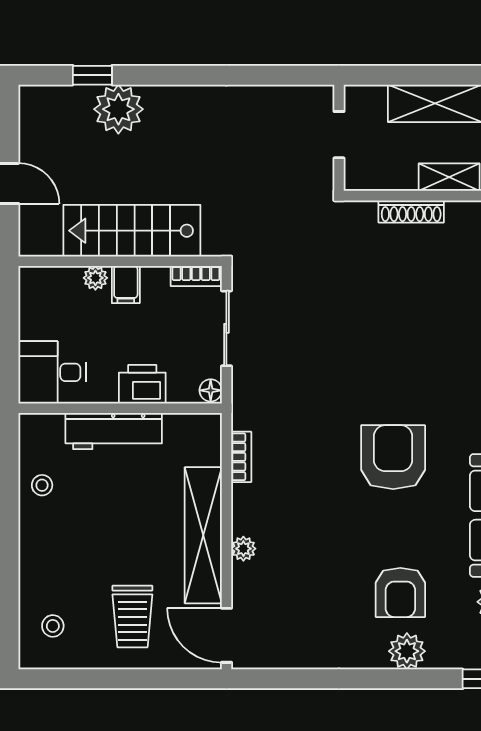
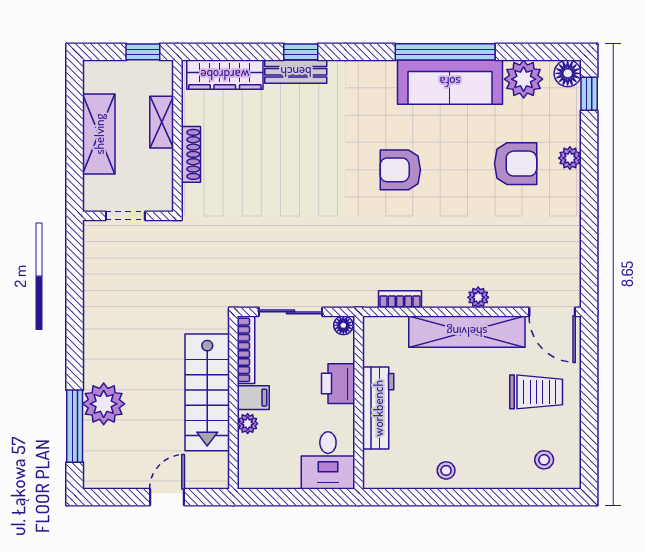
window: (92, 75) -> (75, 426), width x2.17
bookcase: (196, 276) -> (246, 350), width x1.56
armchair: (393, 457) -> (400, 170), width x0.73, depth x0.73
stool: (42, 485) -> (446, 470), moved
door: (226, 635) -> (552, 312), hinge flipped
plant: (407, 651) -> (570, 158), width x0.73, depth x0.73

